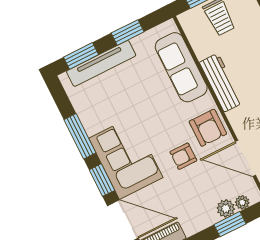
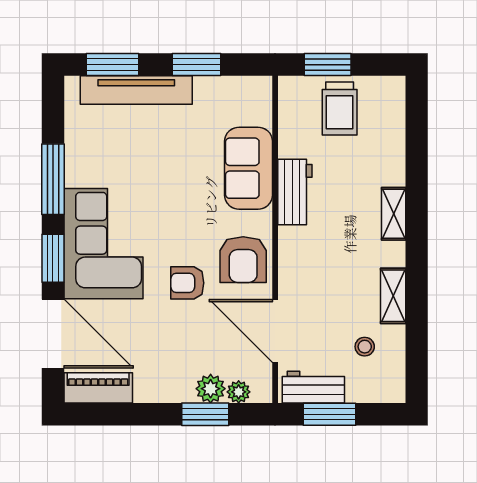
sofa: (181, 67) -> (248, 168), width x0.73
workbench: (221, 83) -> (295, 192), width x0.73

